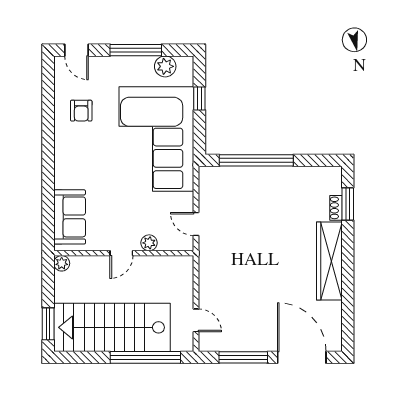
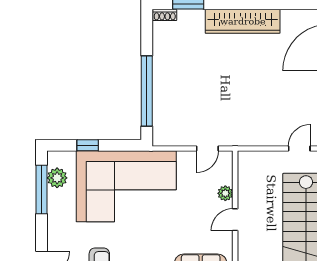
window: (136, 50) -> (42, 189), moved
shoe rack: (336, 208) -> (165, 15), moved
door: (121, 253) -> (235, 220), swing flipped

